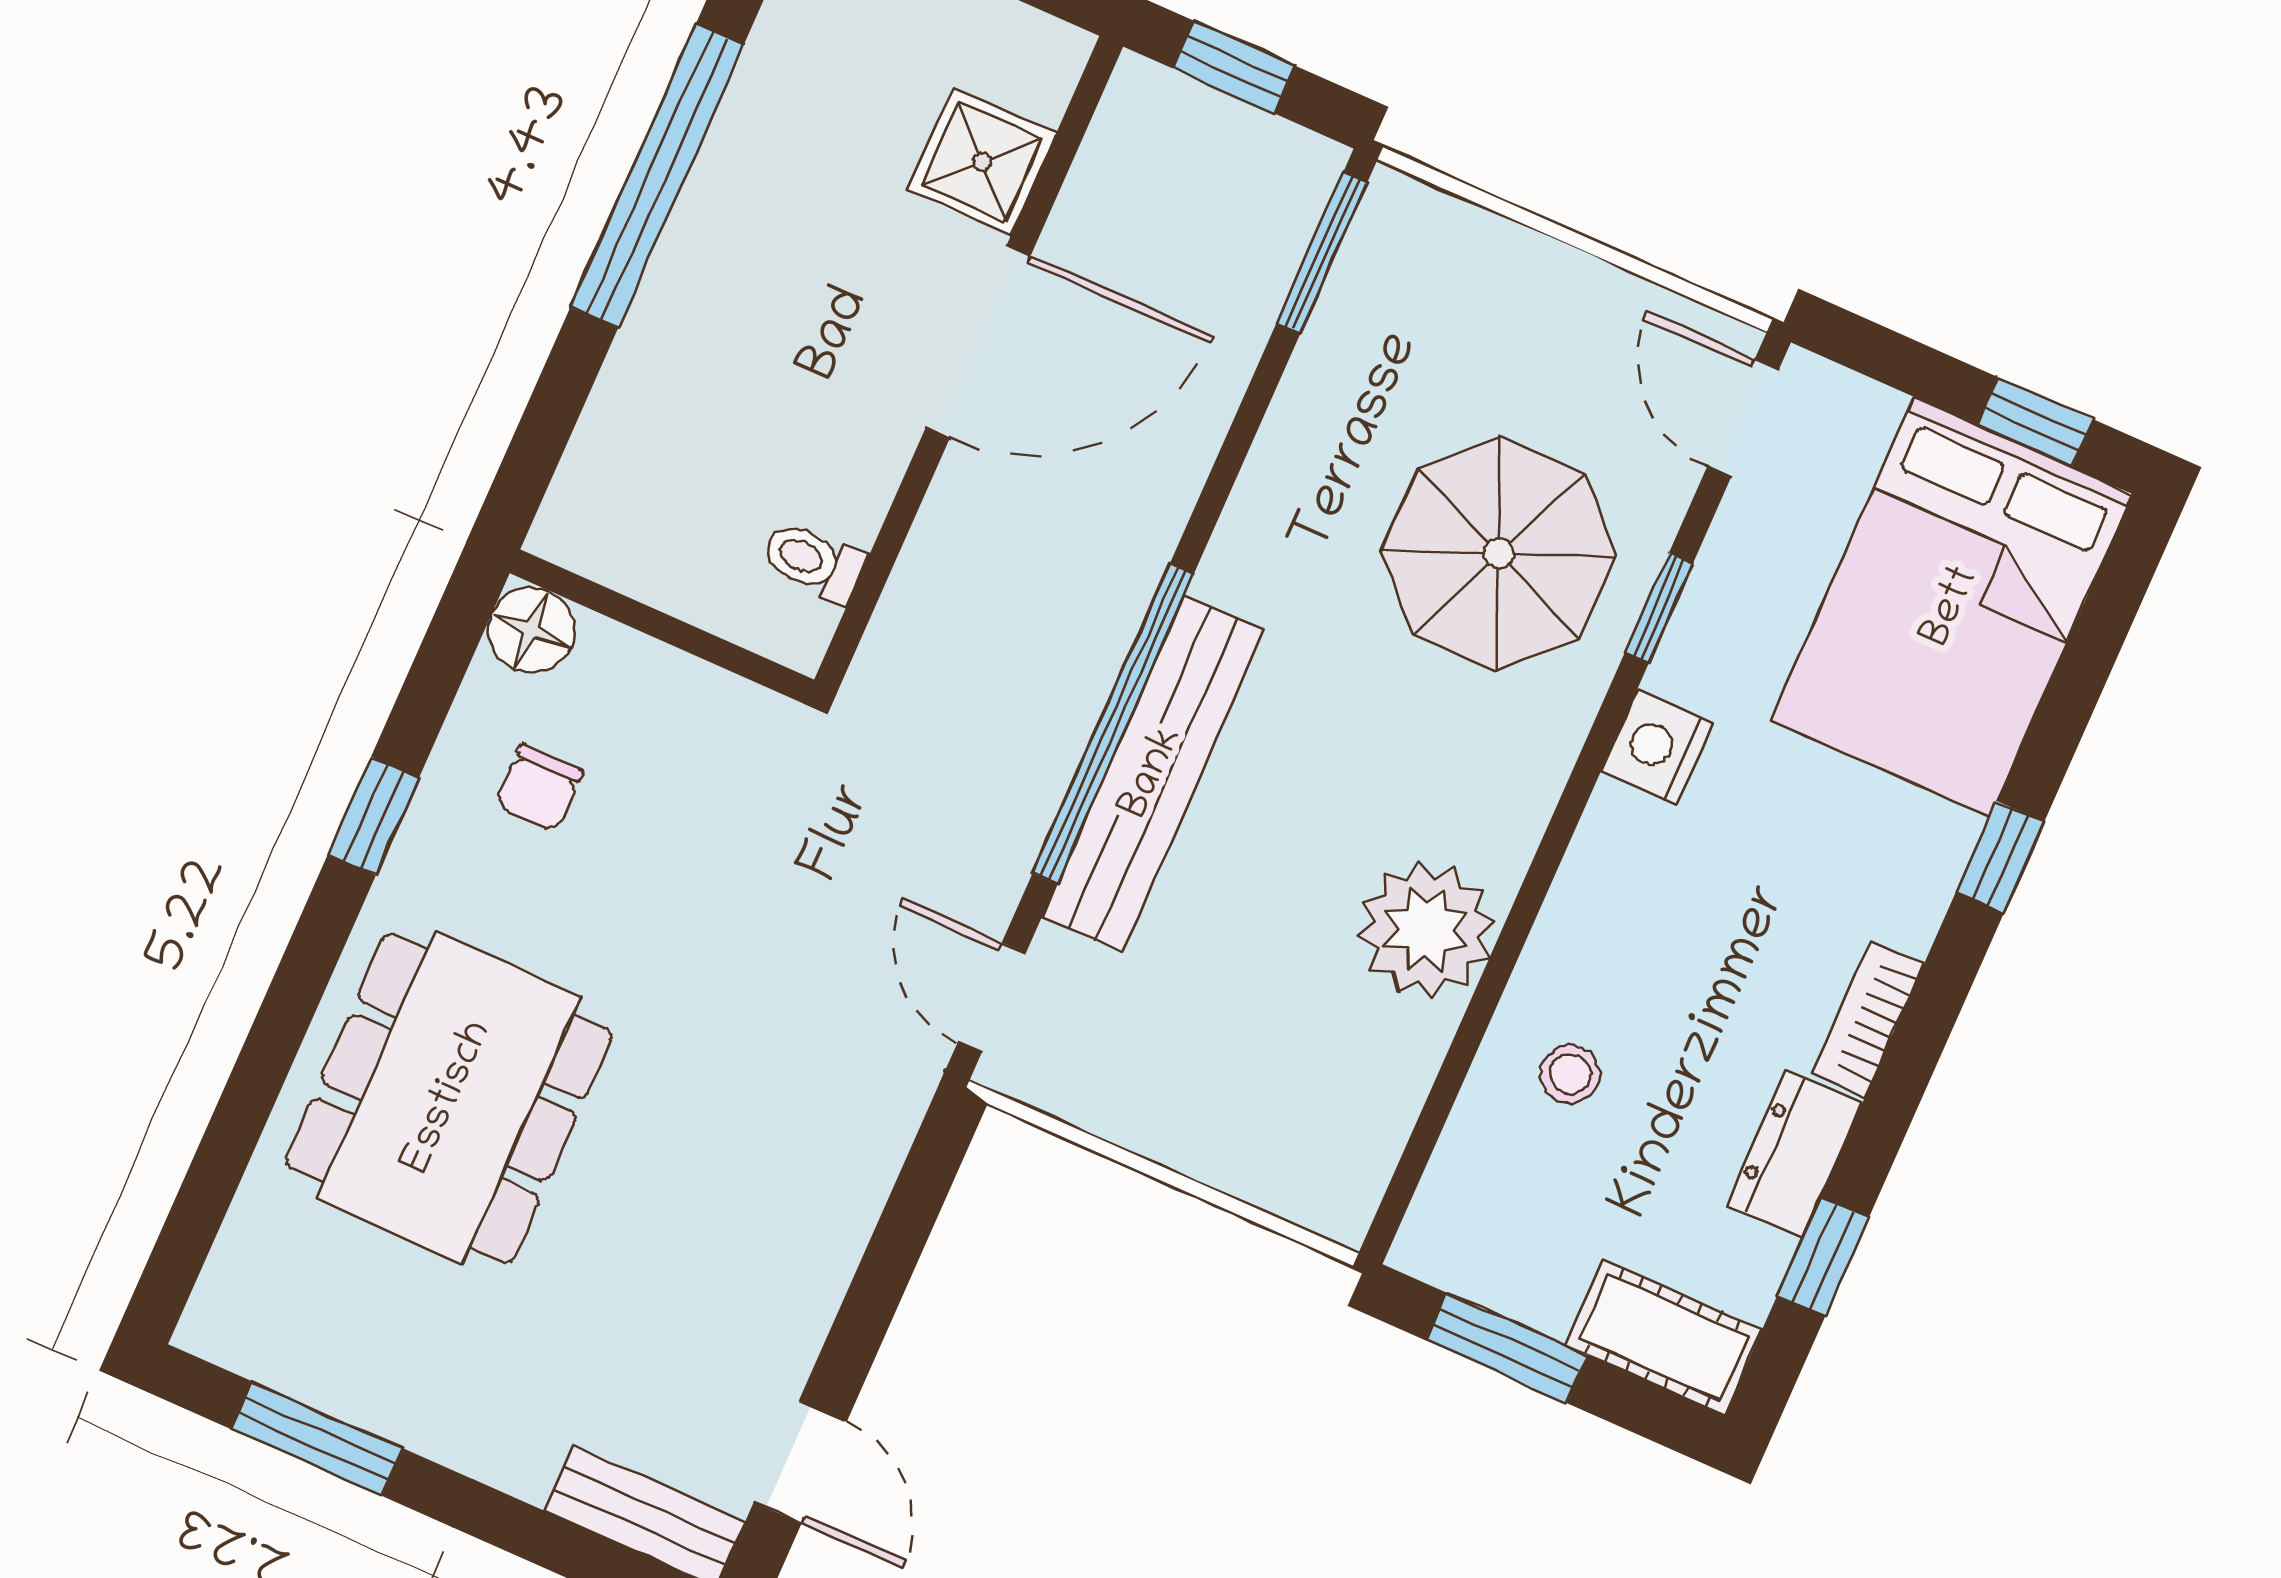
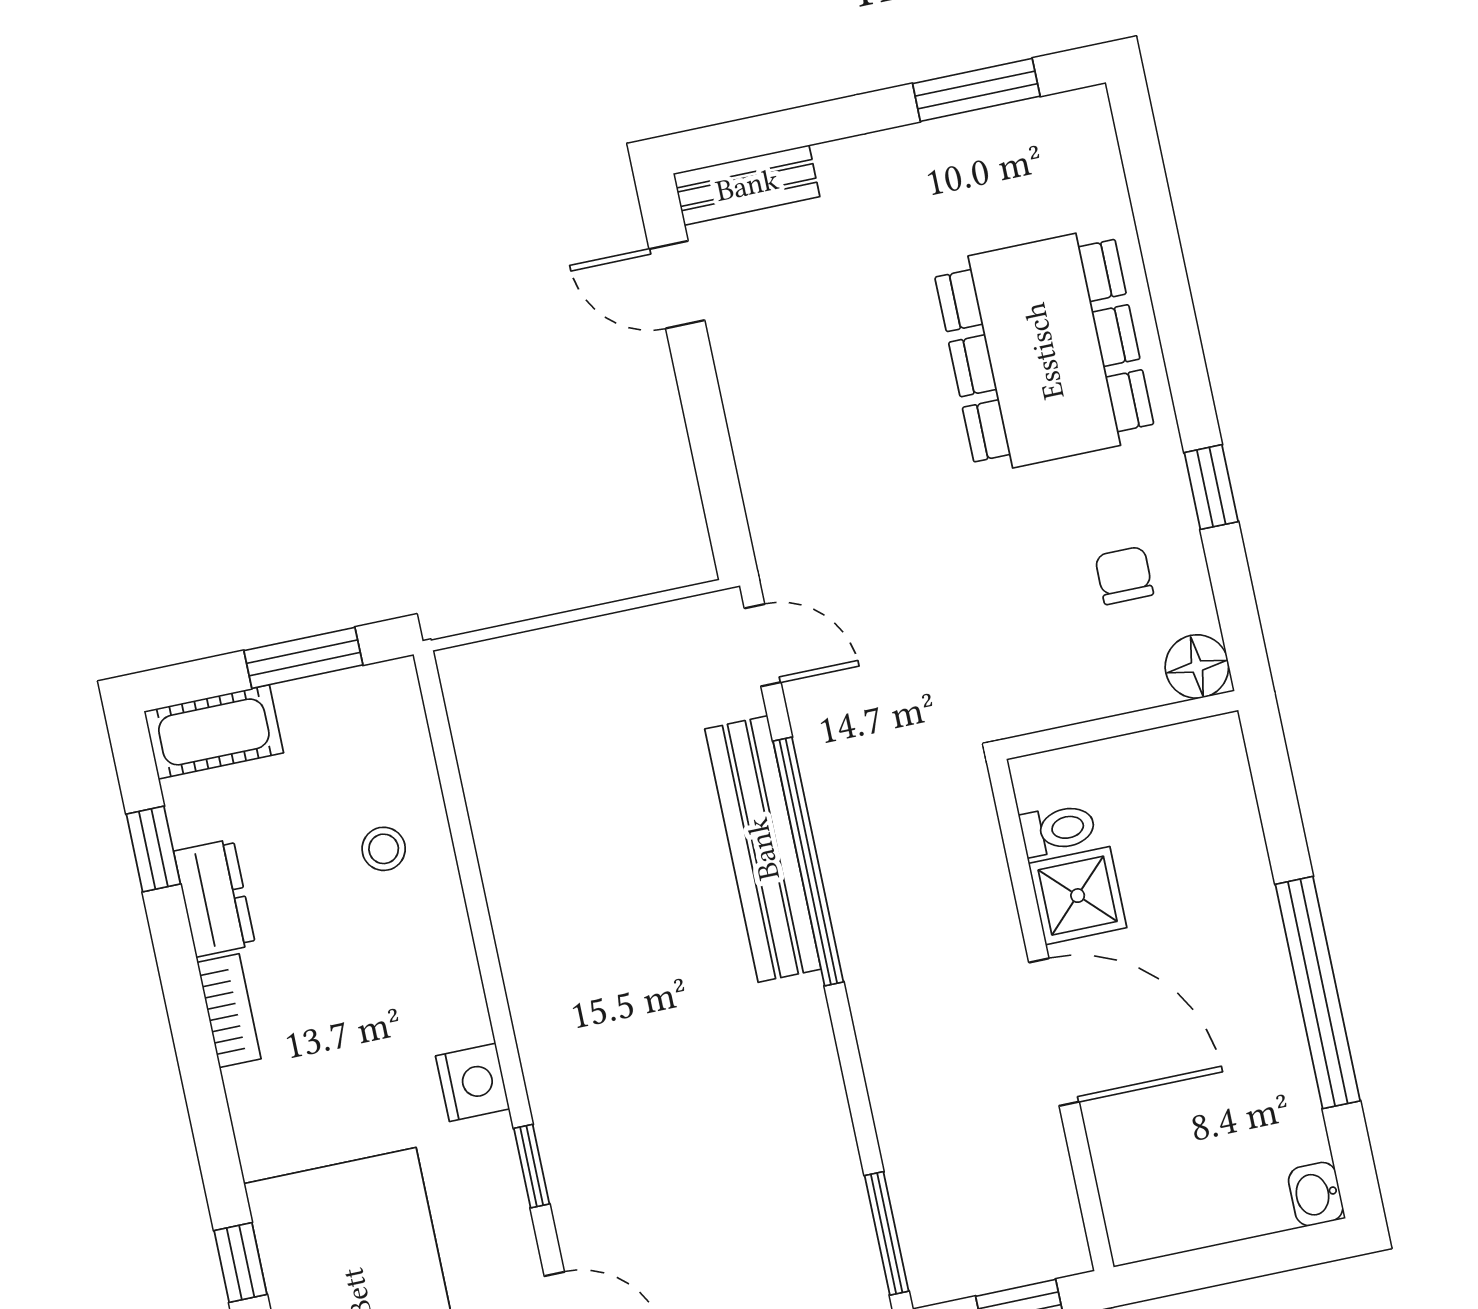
shower: (982, 162) -> (1078, 896), moved
door: (978, 341) -> (1054, 1032), swing flipped
parasol: (1499, 554) -> (651, 1130), removed
window: (2000, 857) -> (240, 1263), moved
plant: (1426, 930) -> (532, 873), removed

